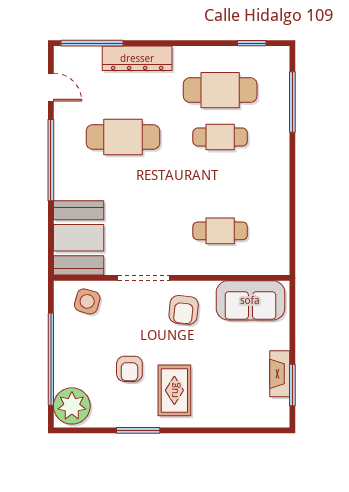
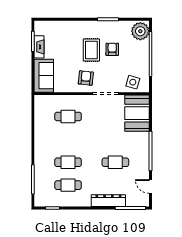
cafe table: (220, 90) -> (68, 185), width x0.73, depth x0.74
cafe table: (123, 137) -> (115, 162), width x0.73, depth x0.74
sofa: (250, 300) -> (44, 76), moved, turned 90
rug: (174, 390) -> (91, 50), moved

